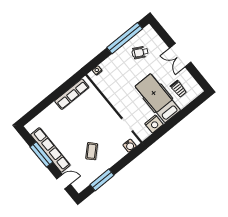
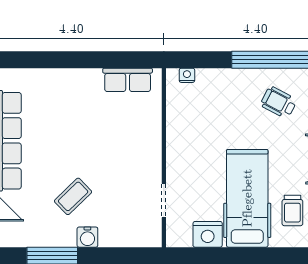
row of seats: (72, 94) -> (128, 80), width x0.68
water cooler: (130, 146) -> (87, 237), moved

